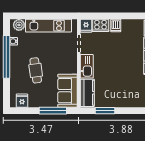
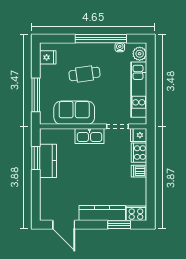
sofa: (68, 91) -> (74, 113), moved
kitchen counter: (87, 93) -> (48, 161), moved, turned -90

